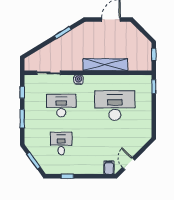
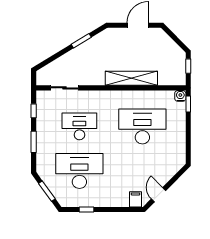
water cooler: (79, 80) -> (180, 96), moved
desk: (61, 143) -> (79, 171), width x1.87, depth x1.30

